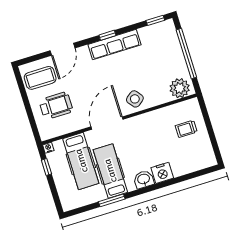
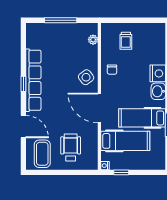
window: (155, 20) -> (23, 38), removed
row of seats: (114, 45) -> (33, 80), width x1.36
window: (186, 54) -> (61, 20), width x0.68
plant: (180, 88) -> (93, 40), width x0.53, depth x0.53
chair: (151, 124) -> (112, 70), added

